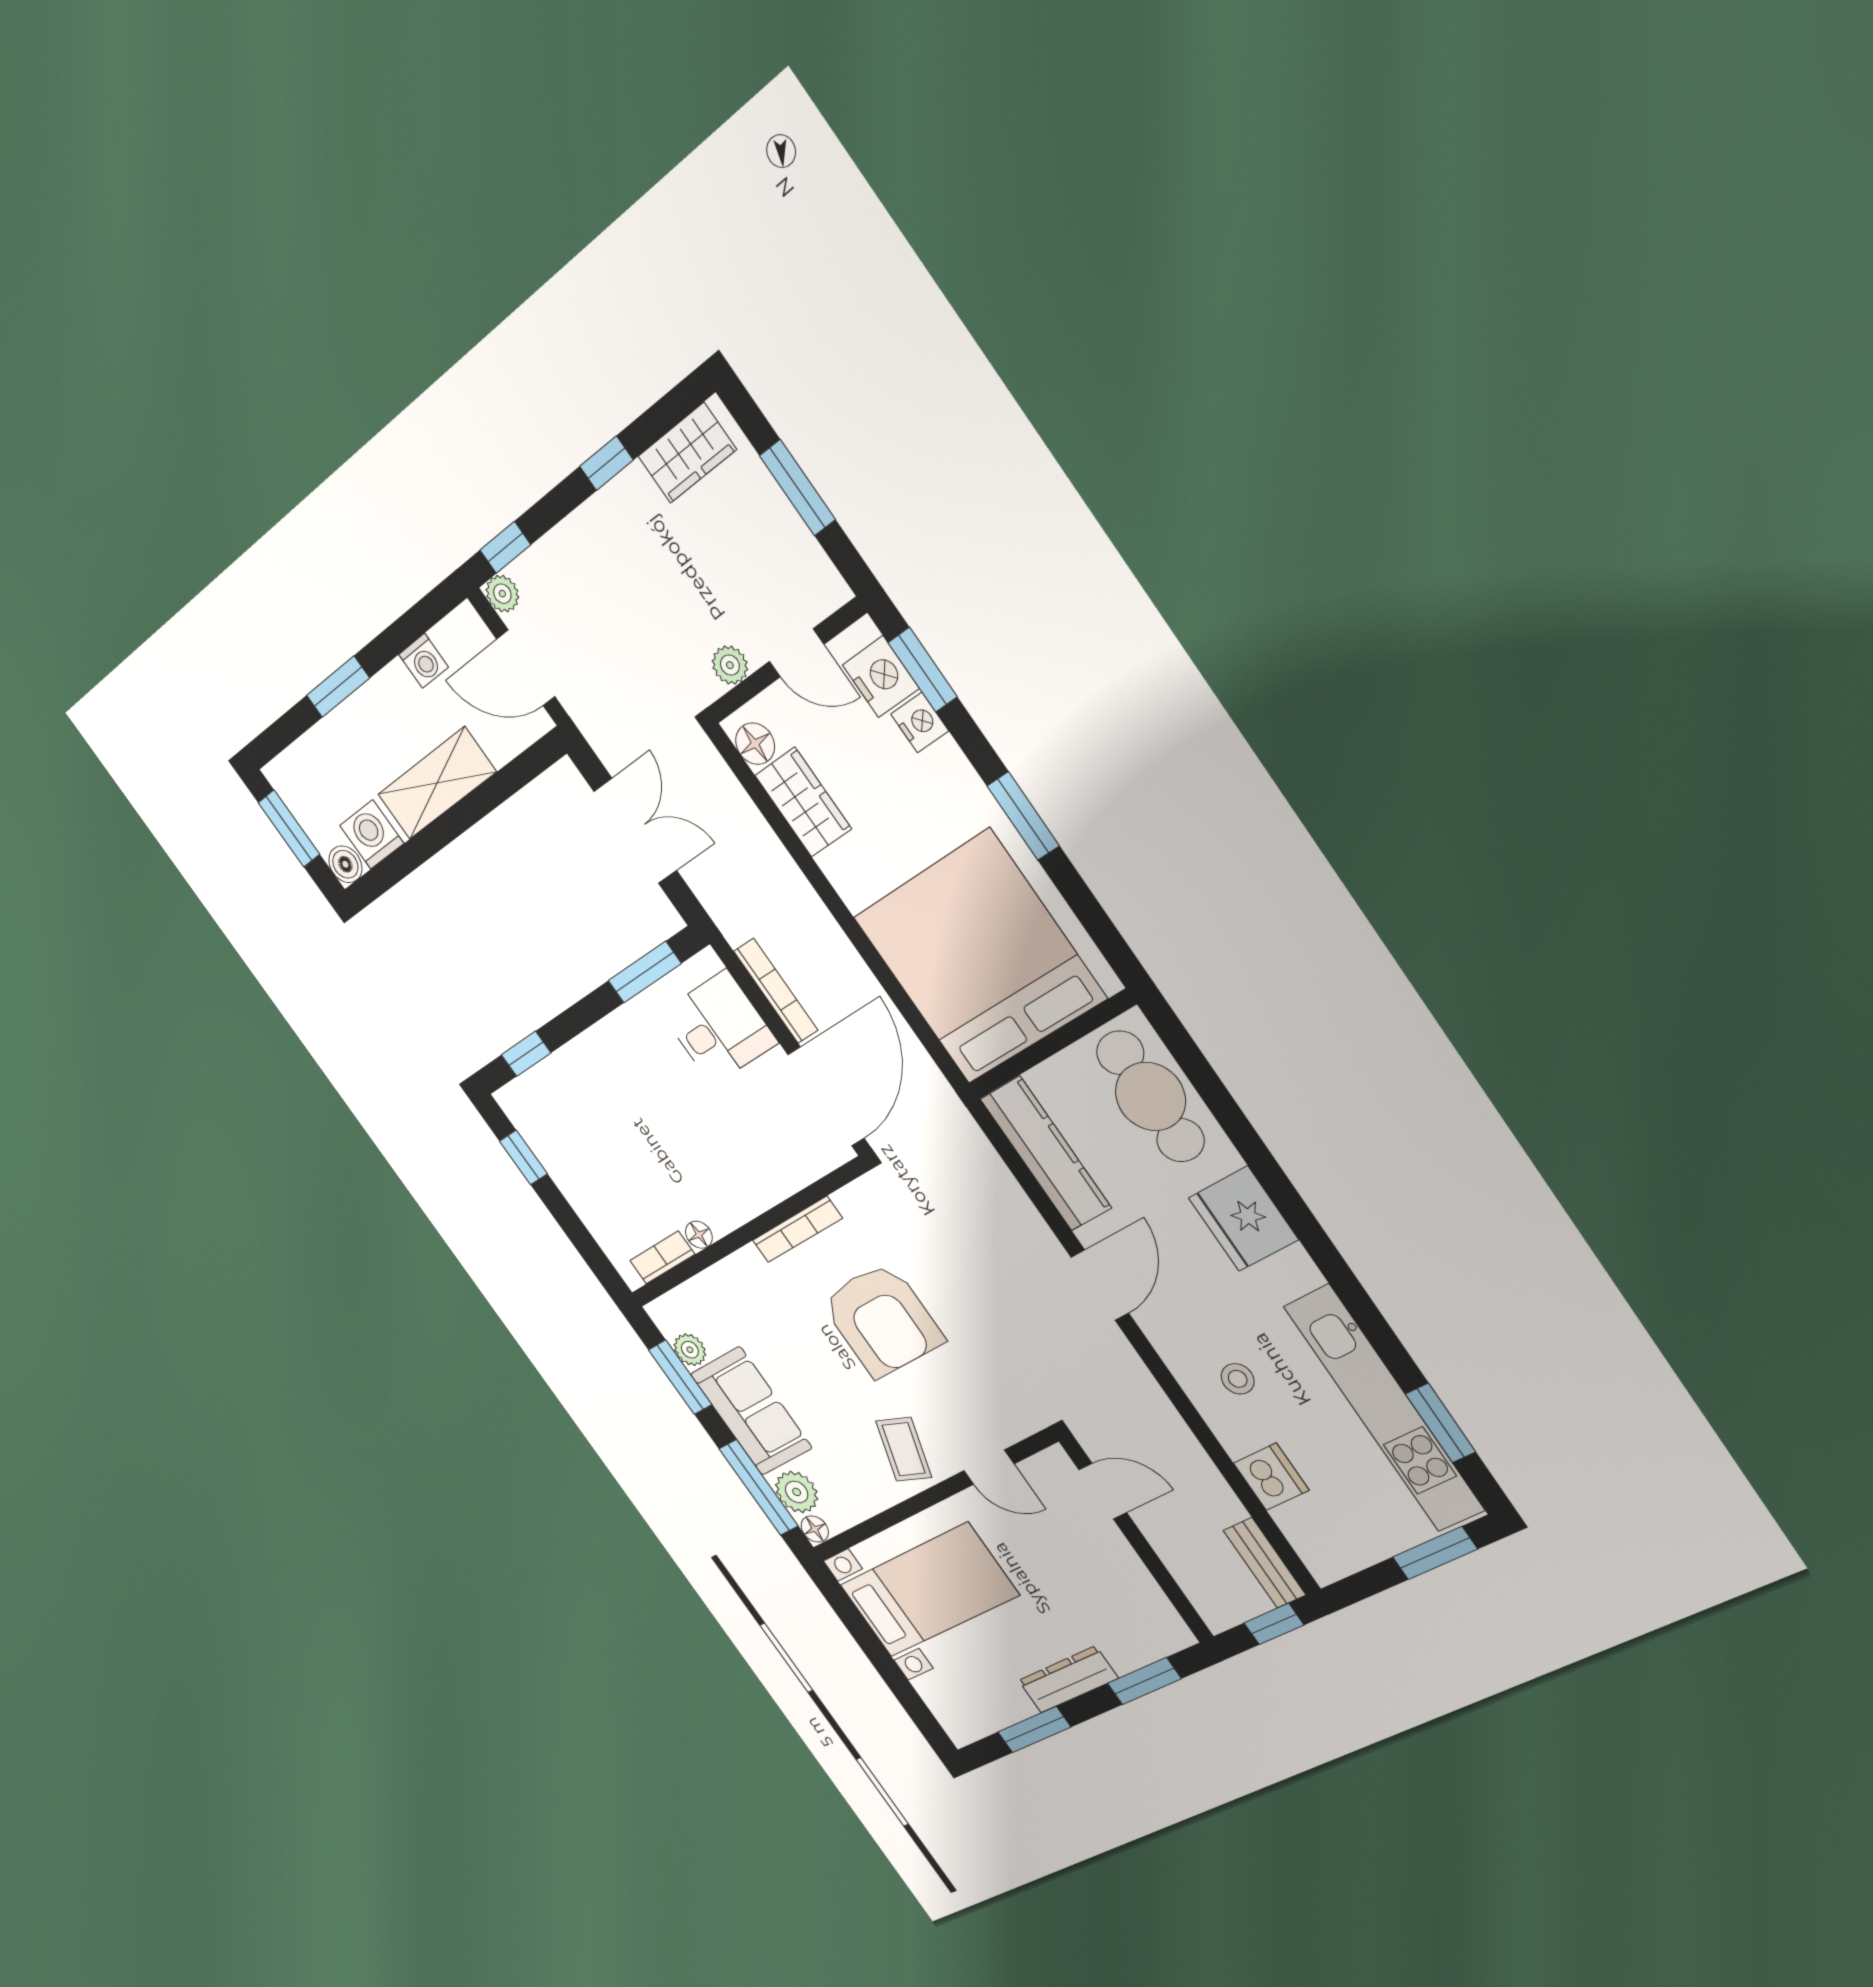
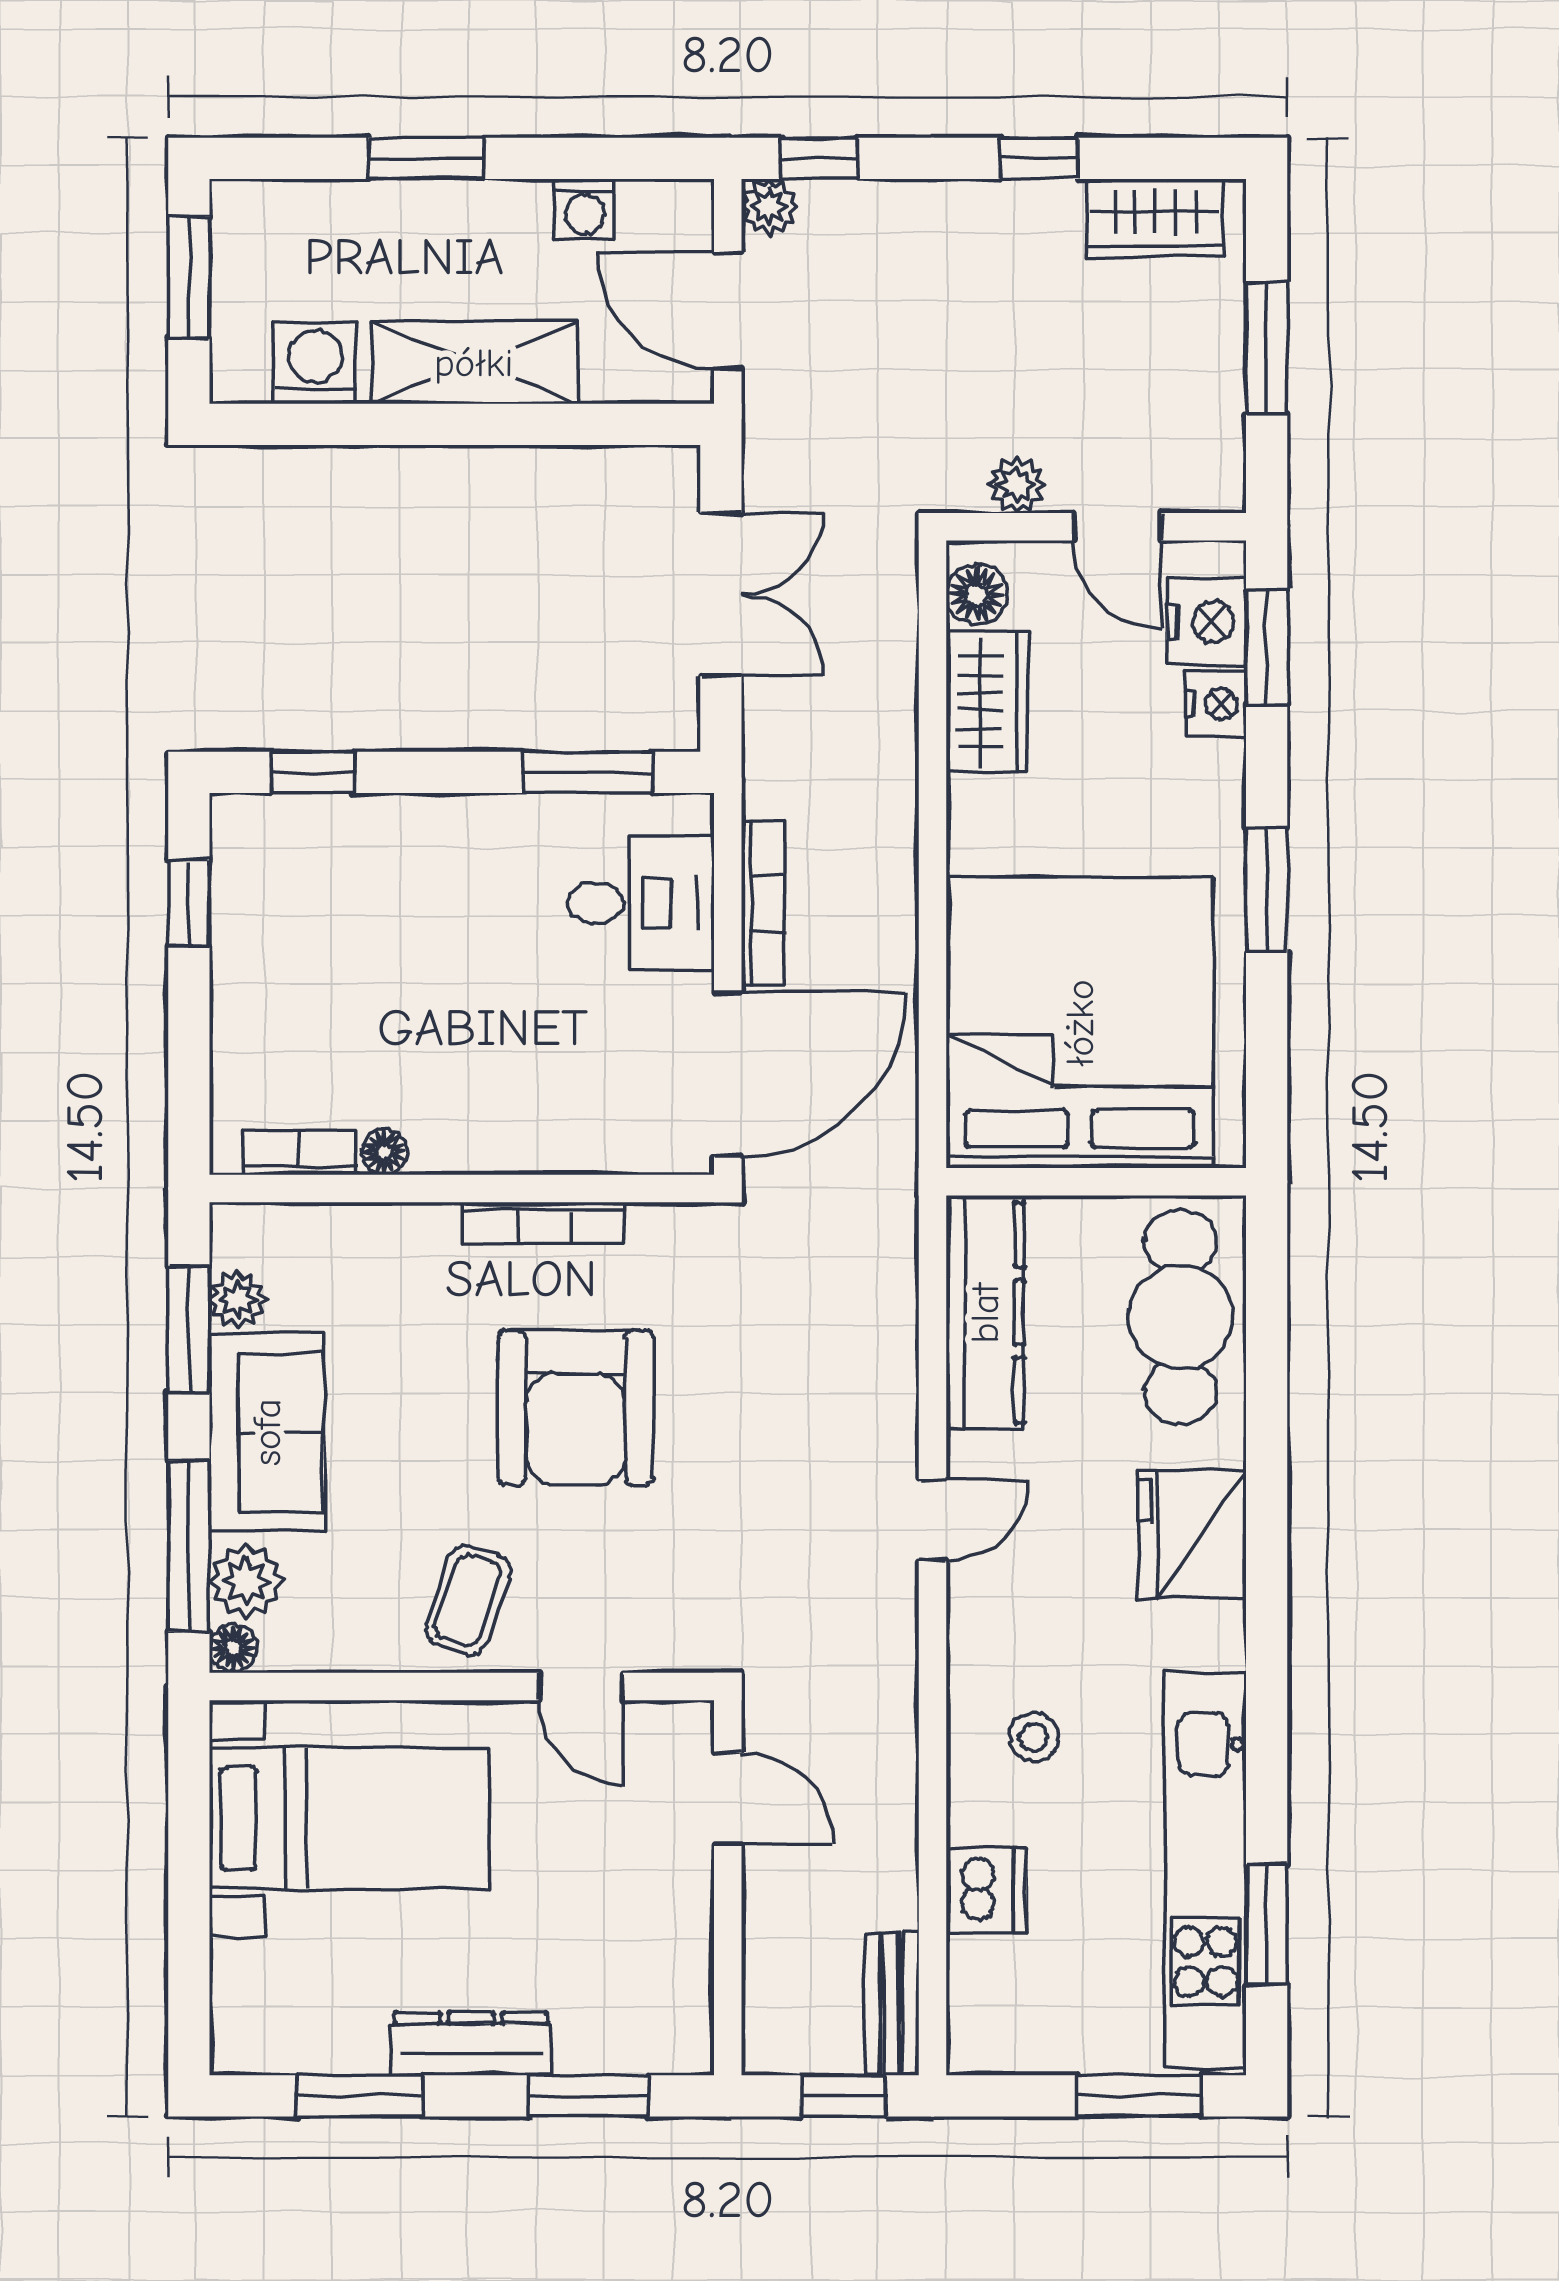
boiler: (345, 864) -> (239, 374), removed
door: (1100, 1285) -> (932, 1520), width x0.73

